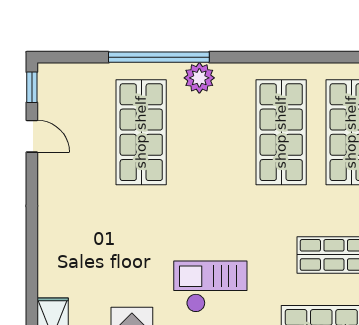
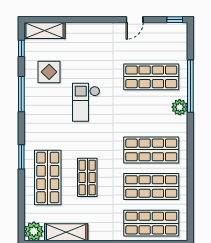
door: (32, 136) -> (135, 20), moved
checkout: (210, 287) -> (86, 102), moved, turned 180

